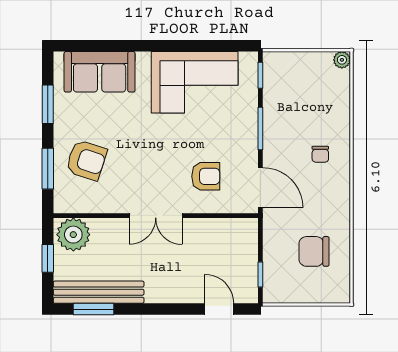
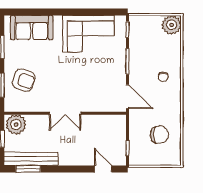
plant: (342, 60) -> (172, 25), width x1.88, depth x1.88
armchair: (206, 176) -> (95, 90), removed
chair: (314, 251) -> (159, 135), turned 180

